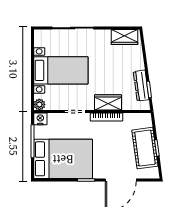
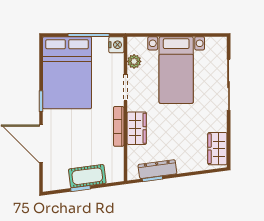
plant: (39, 104) -> (134, 61), moved
cot: (145, 148) -> (87, 176), width x0.73, depth x0.75

